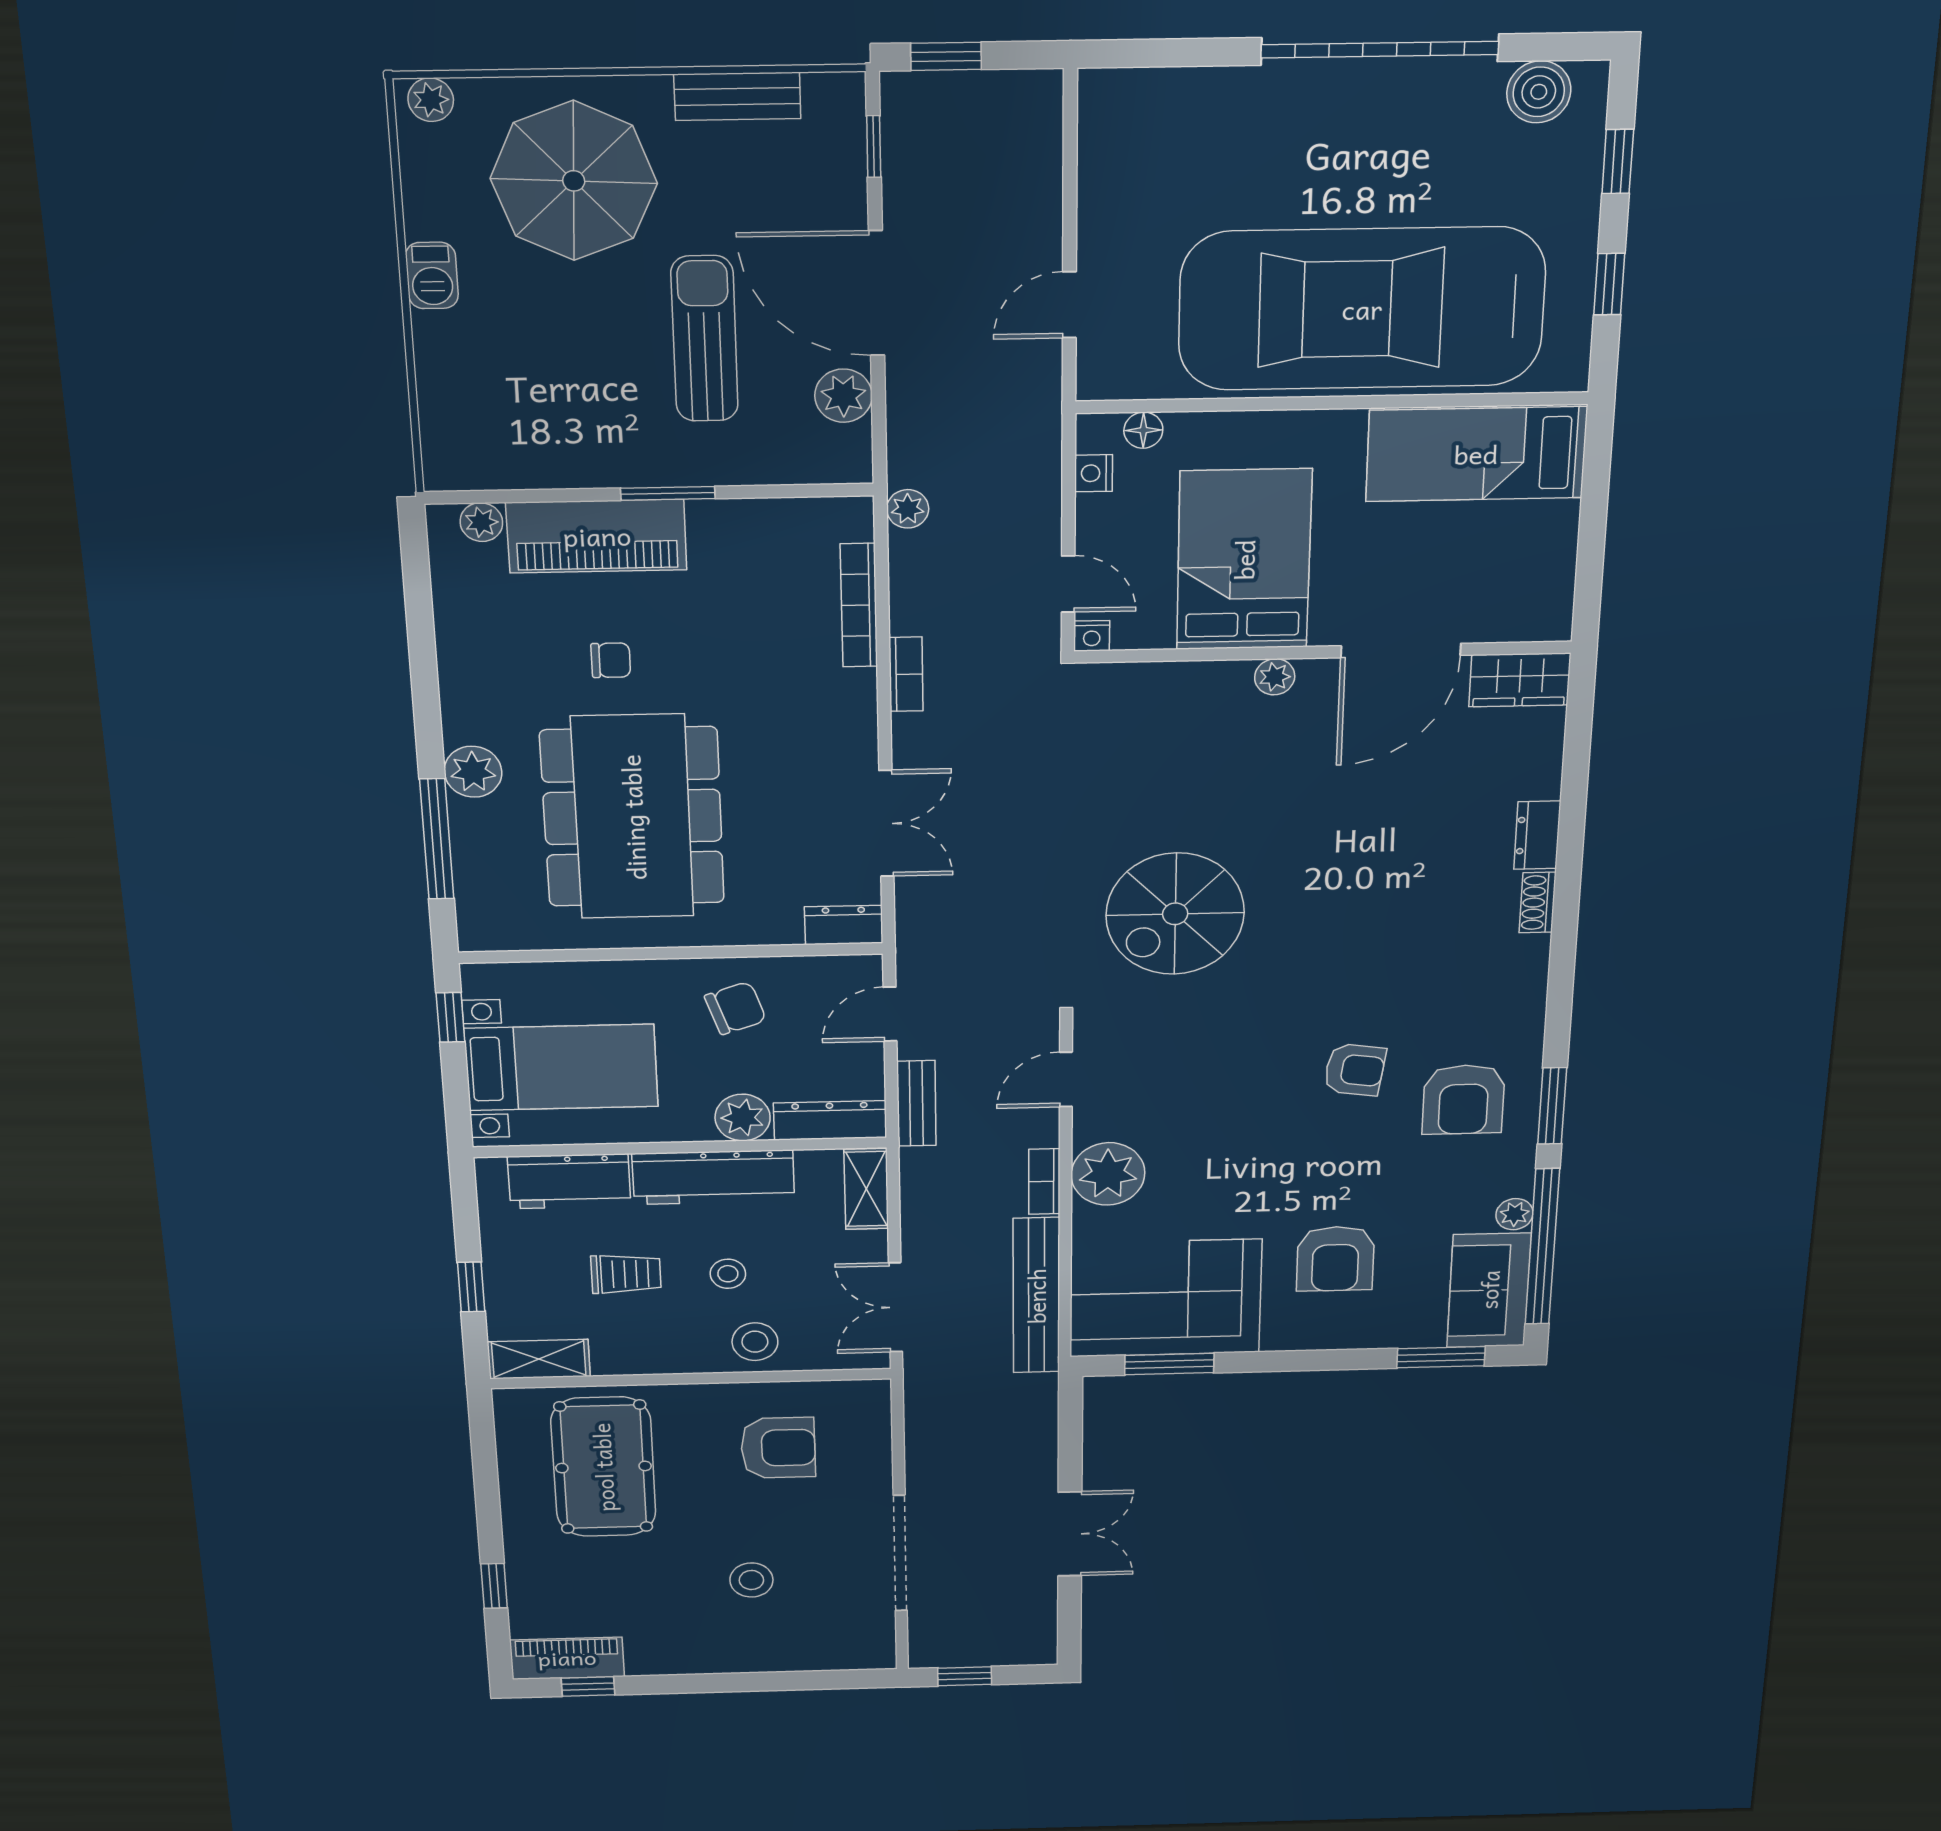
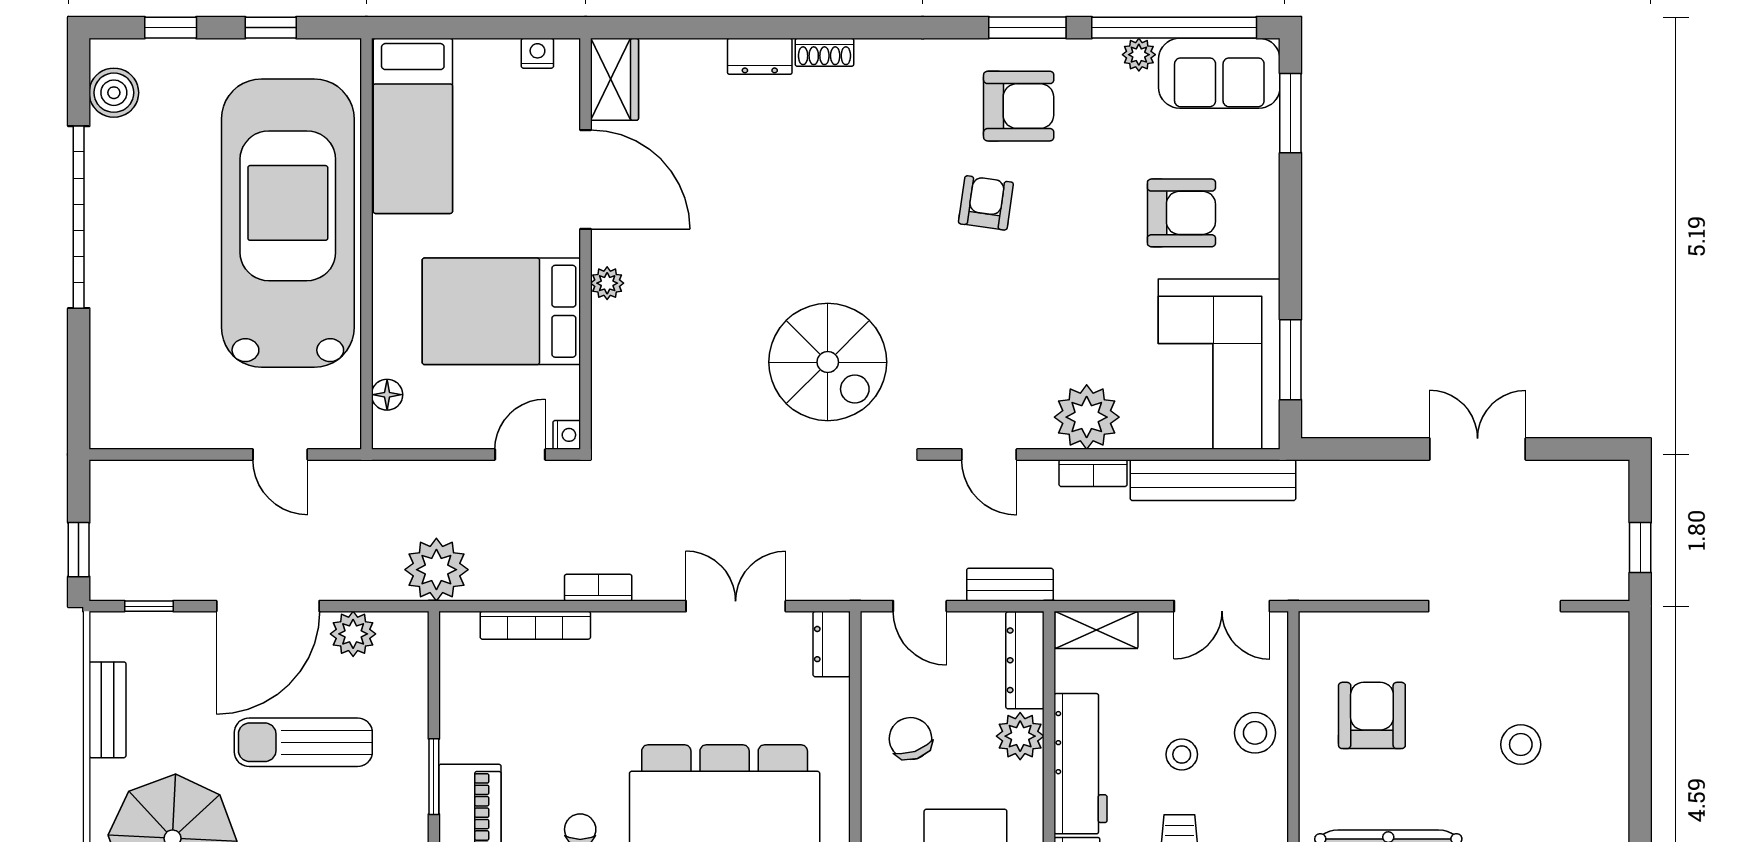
car: (1362, 309) -> (288, 223), turned 180
nightstand: (1094, 473) -> (537, 53), moved, turned 180
plant: (908, 509) -> (436, 570), width x1.87, depth x1.87

